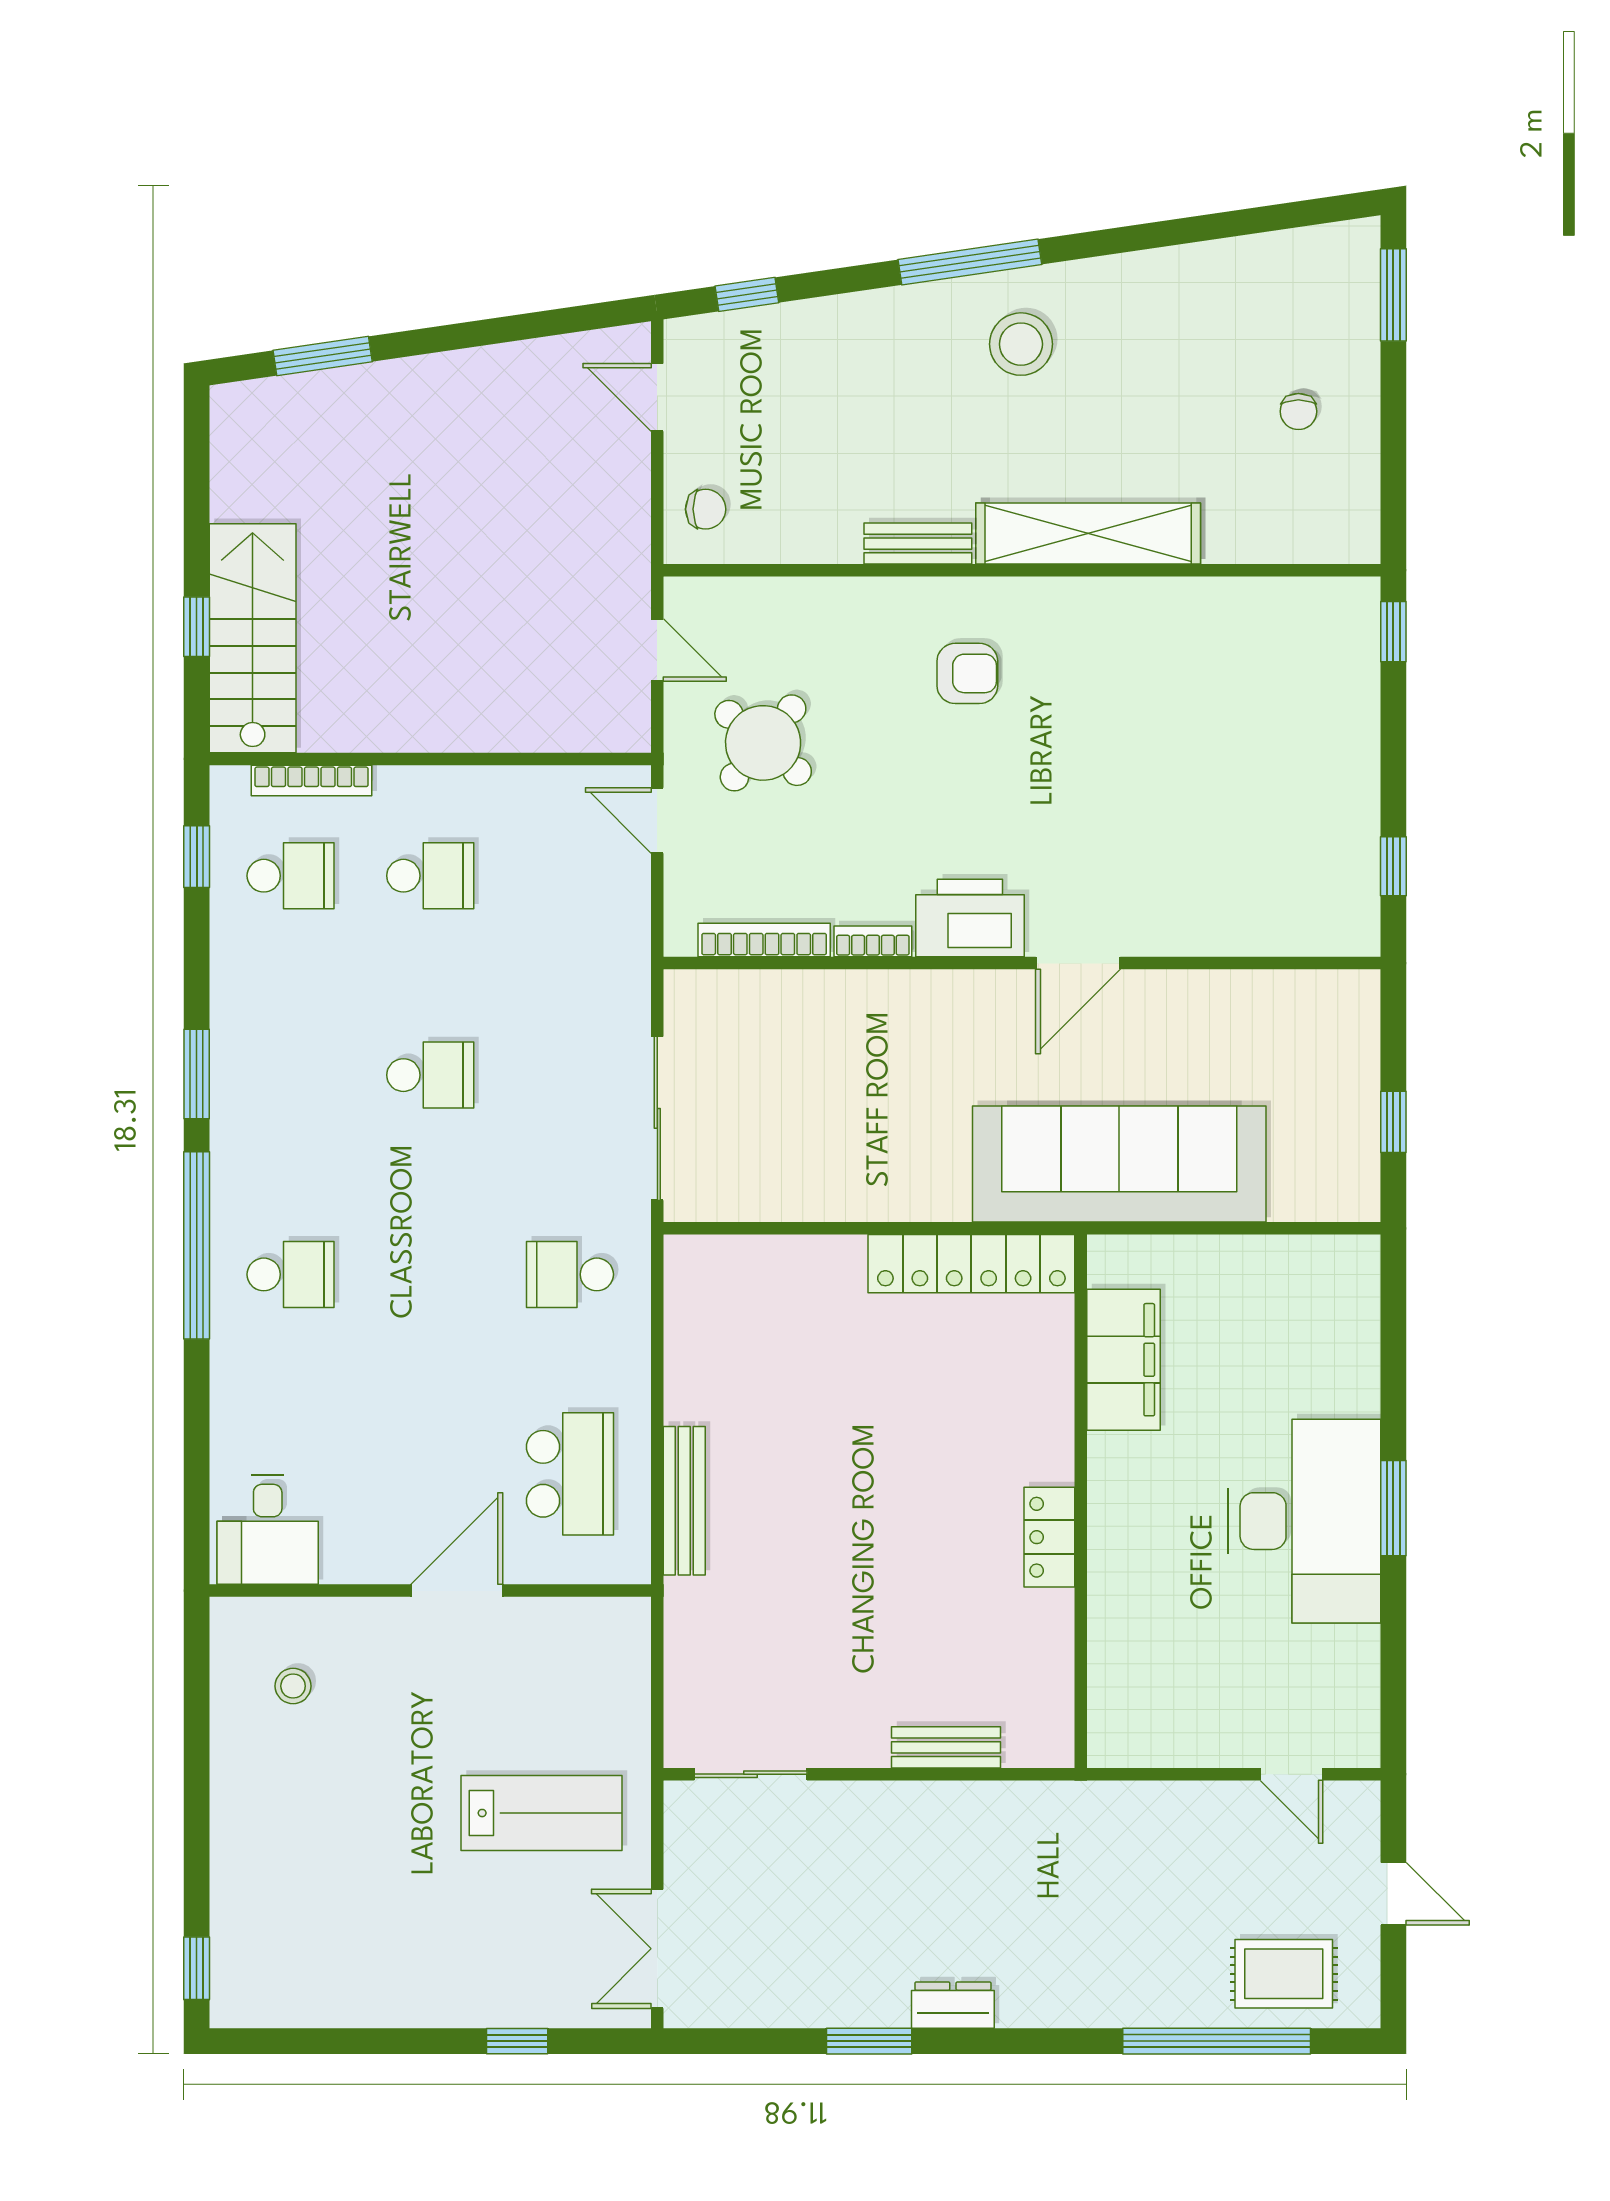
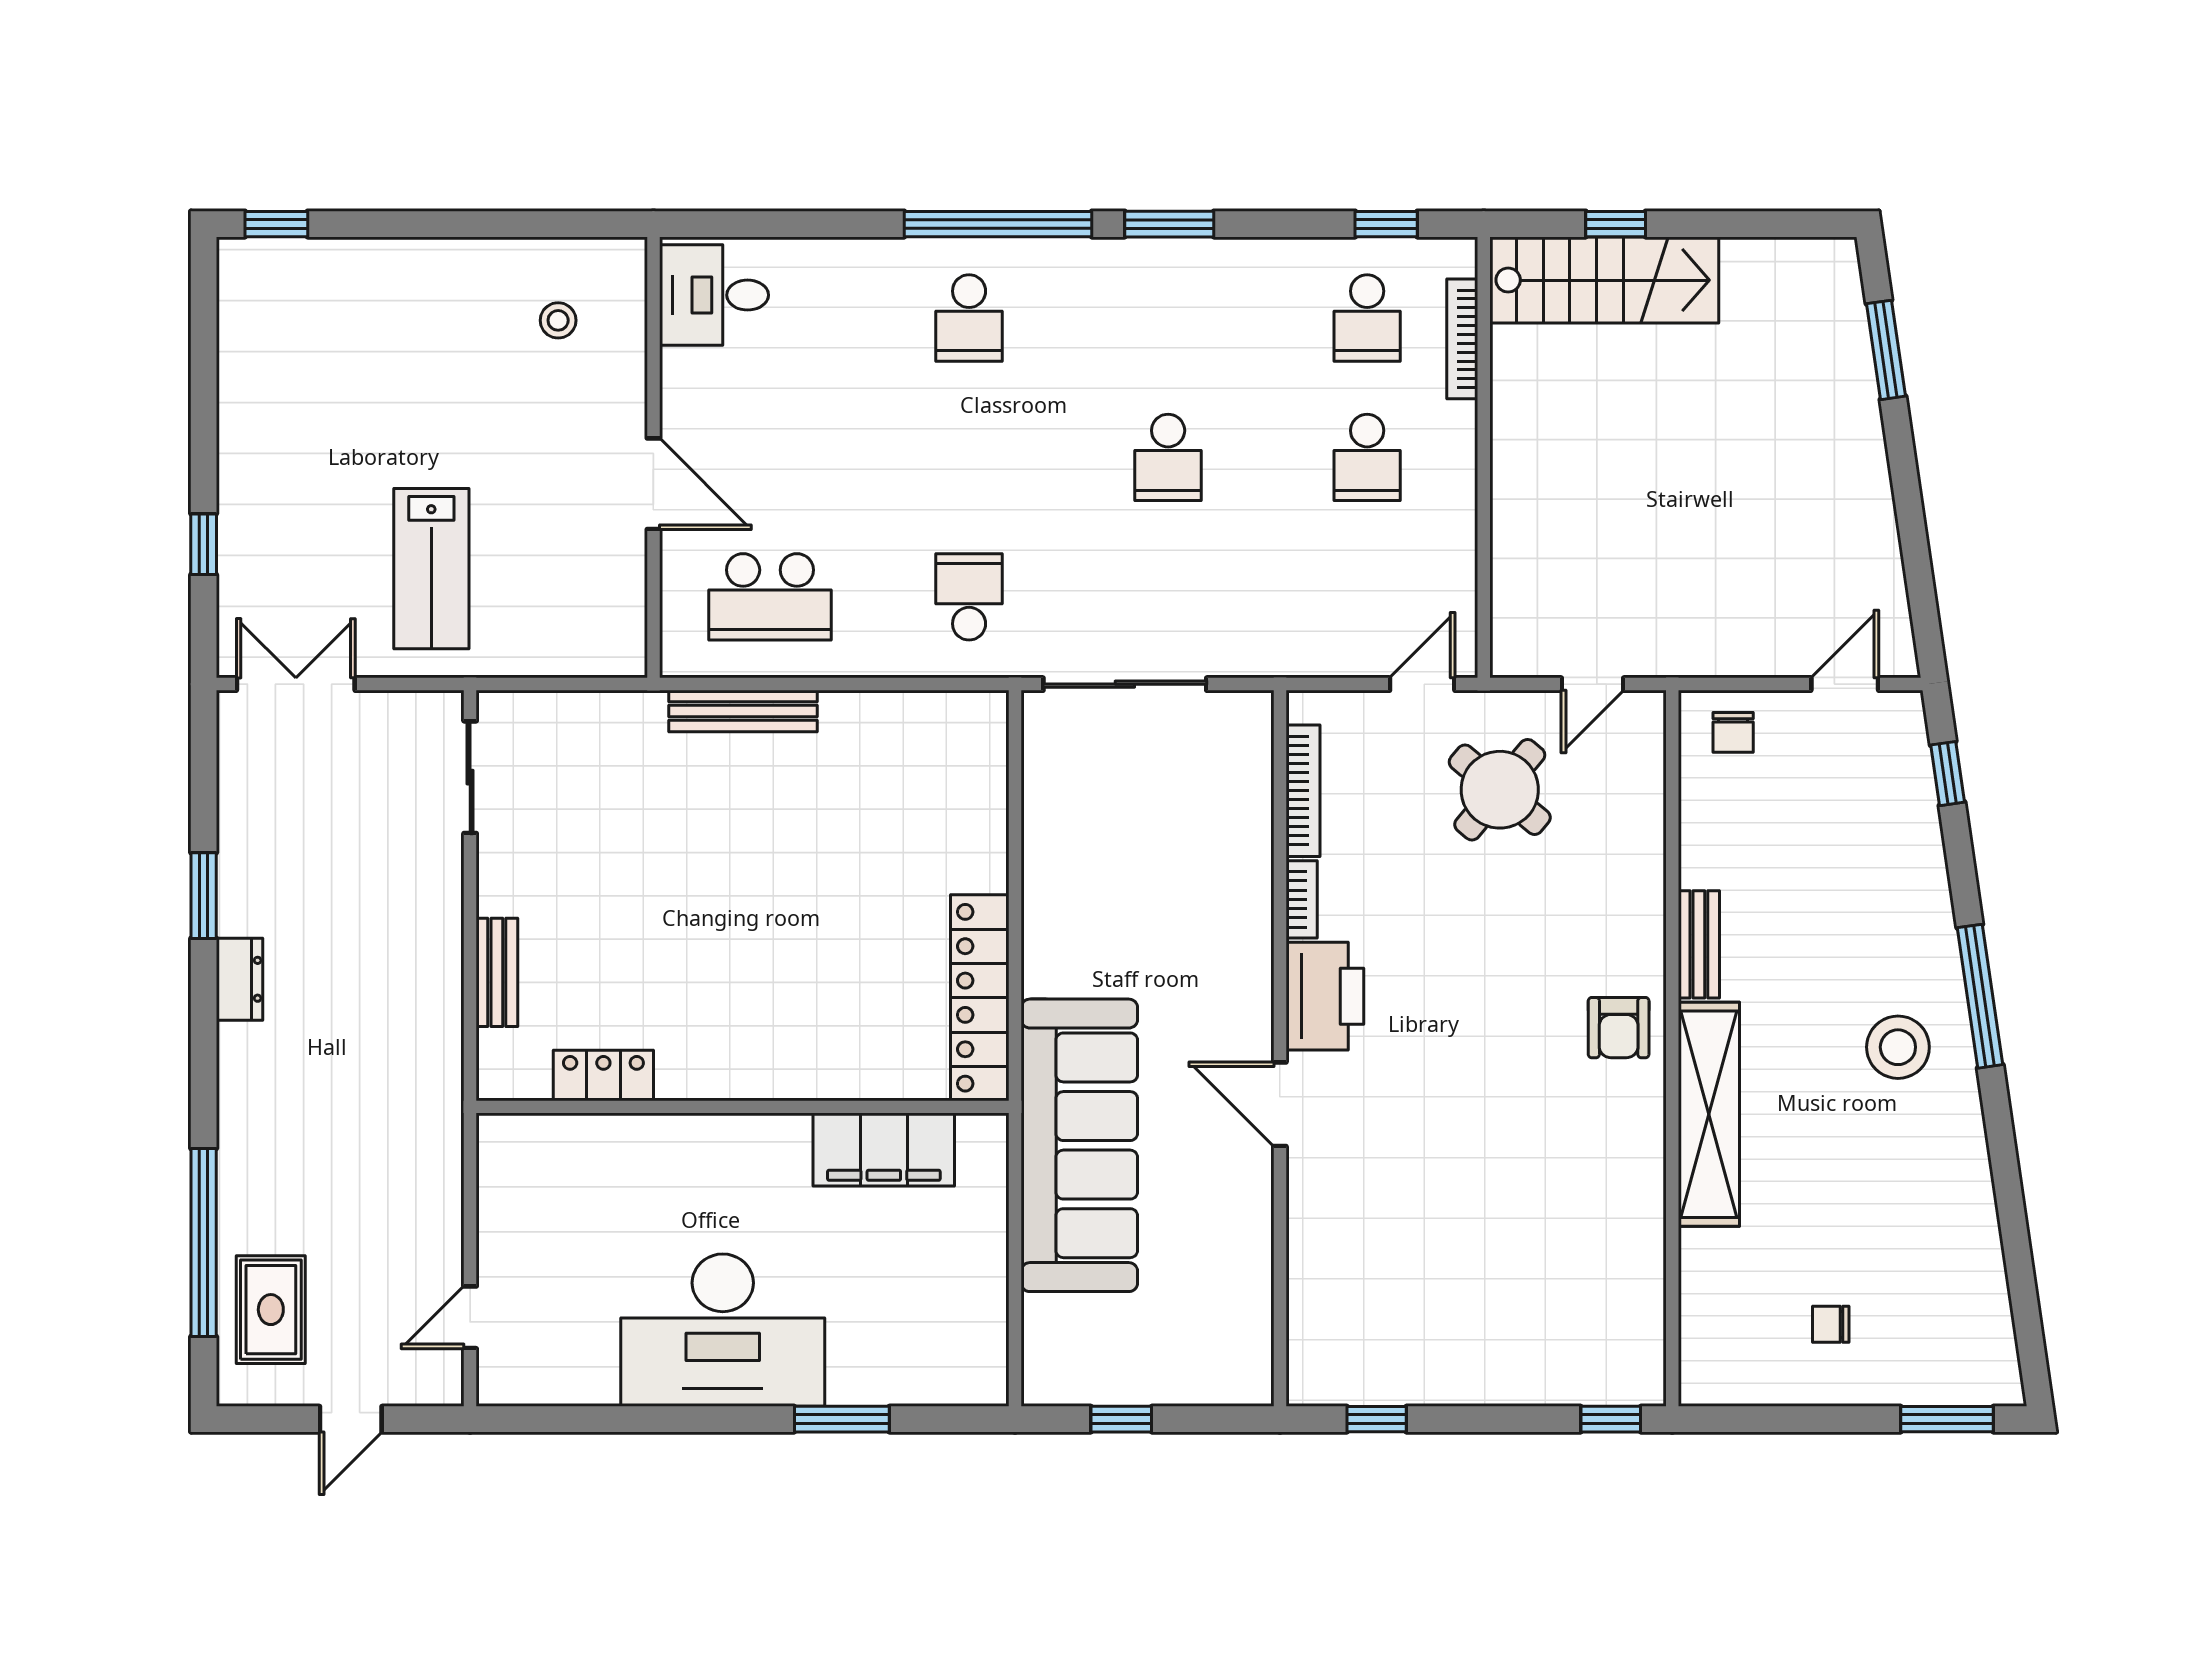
armchair: (967, 673) -> (1619, 1028), moved
window: (1393, 1508) -> (842, 1419), moved
locker: (1049, 1537) -> (603, 1076), moved

